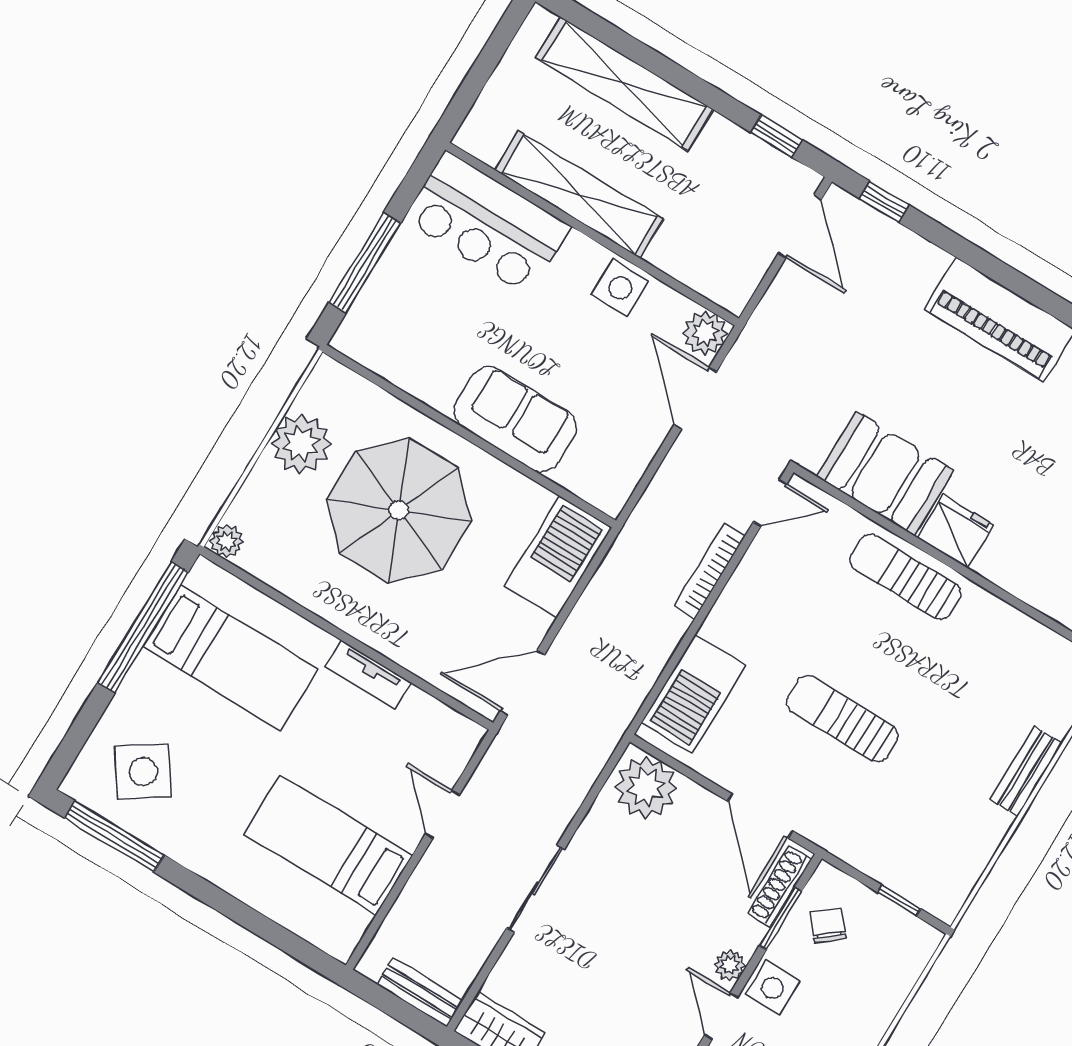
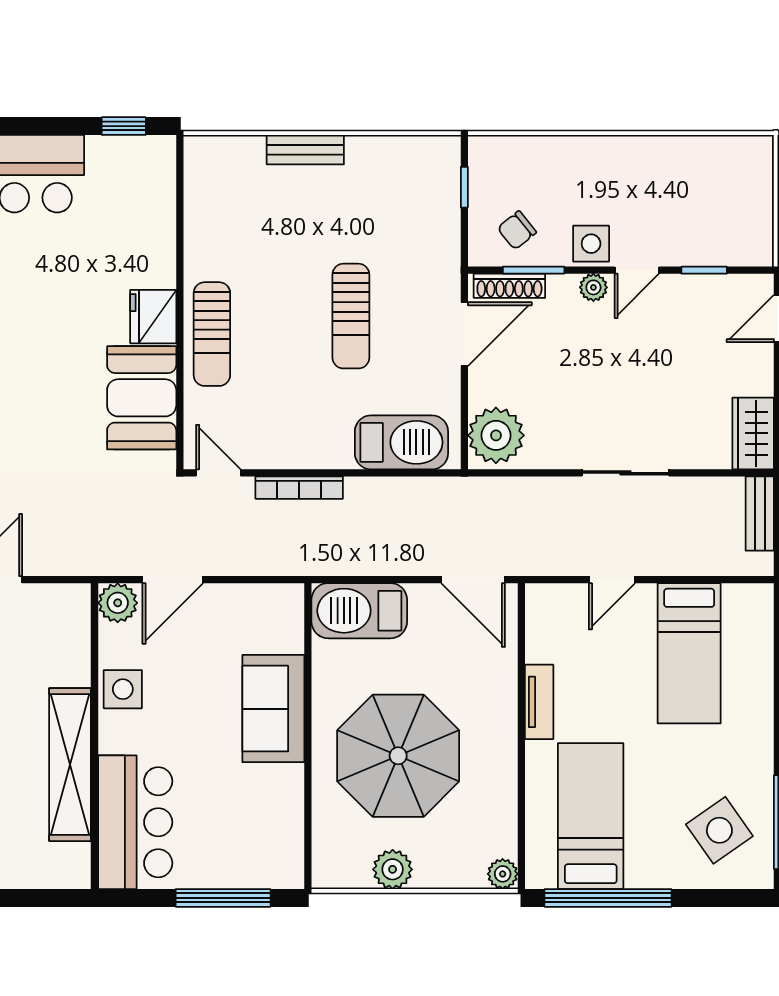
plant: (301, 444) -> (393, 869), width x0.73, depth x0.73

